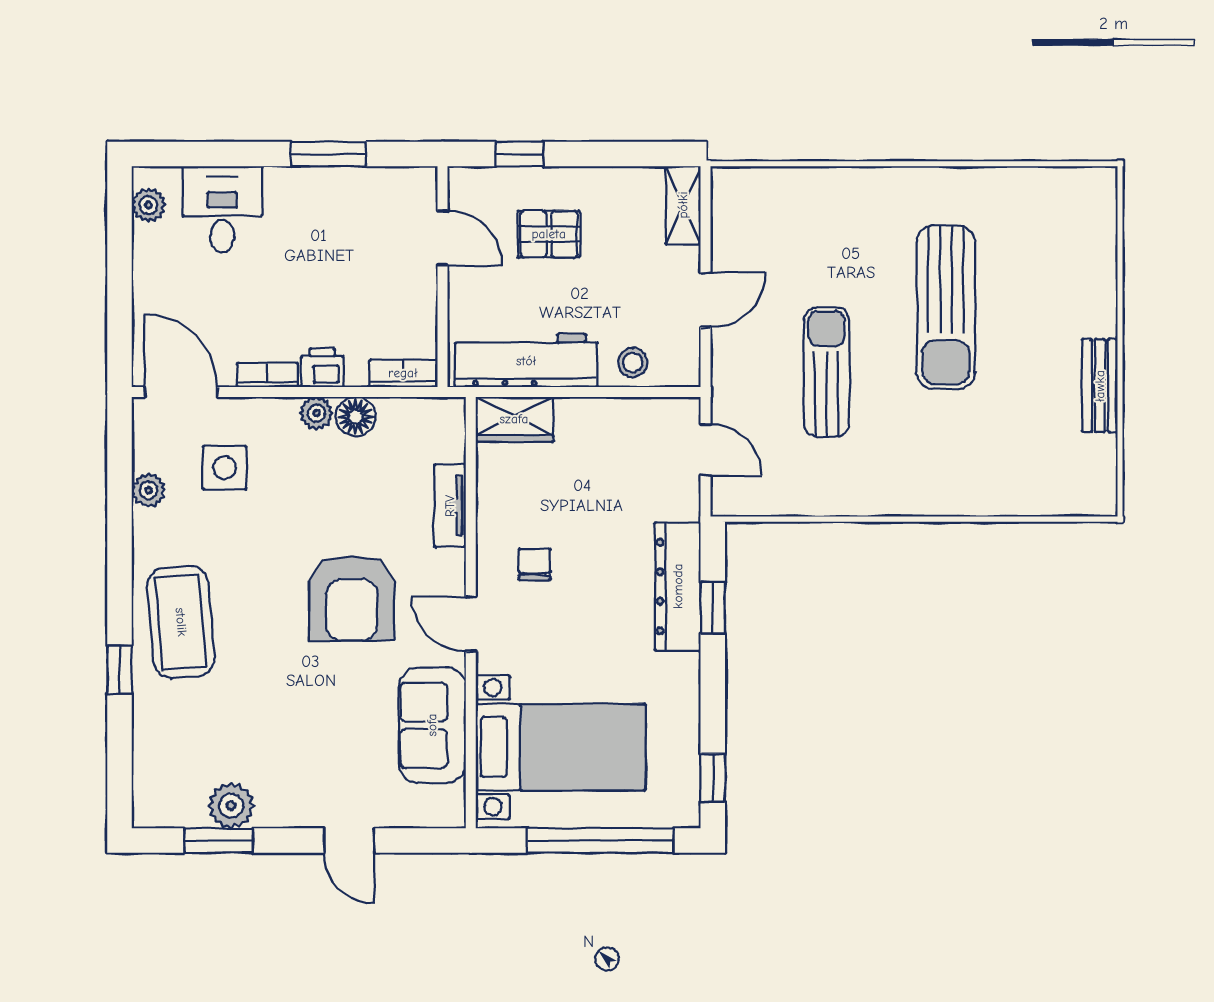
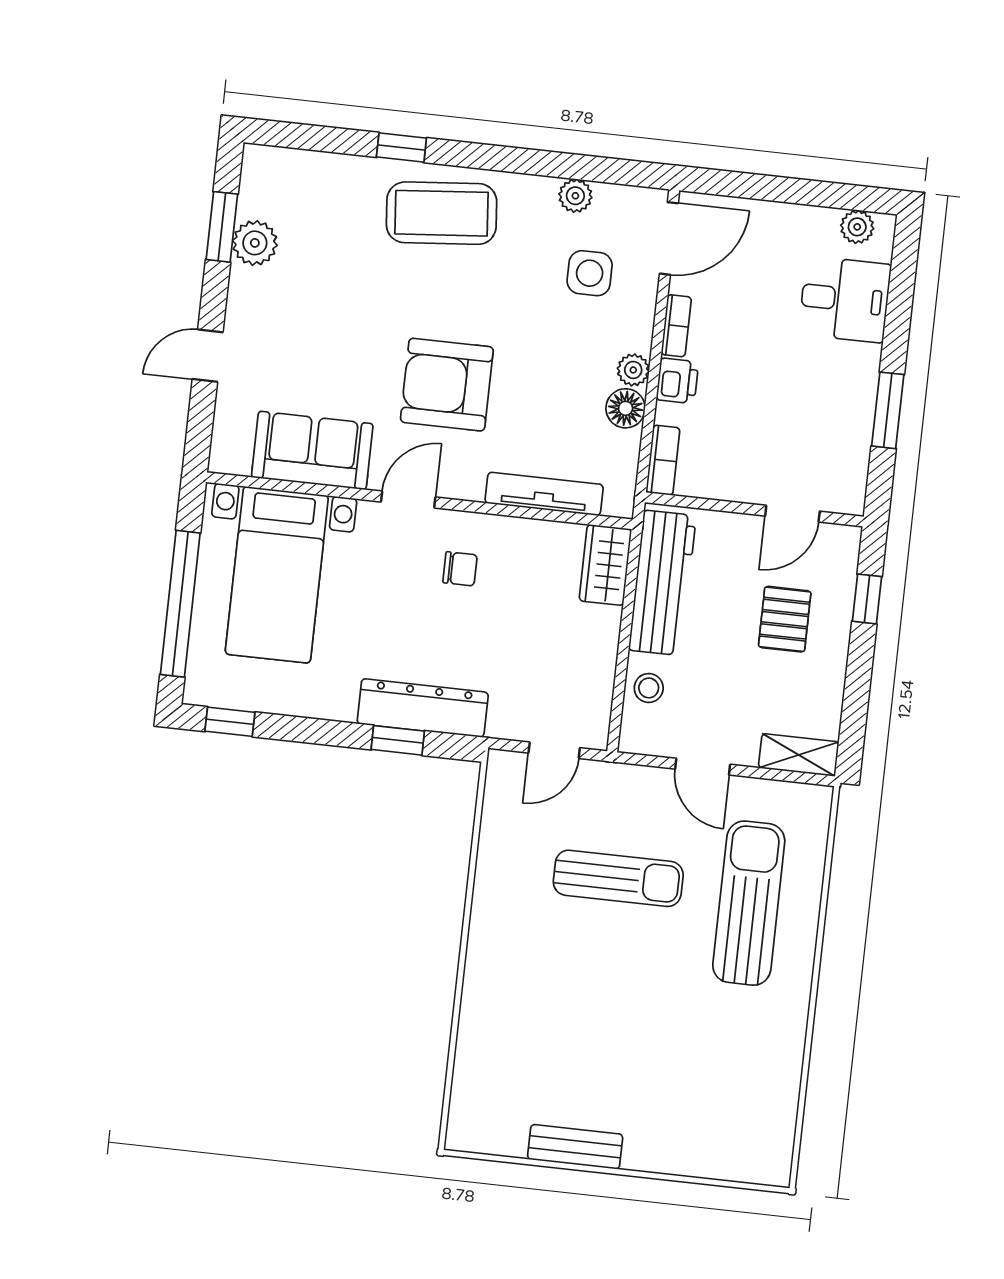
sun lounger: (946, 307) -> (749, 903), moved, turned 90
tv unit: (450, 506) -> (544, 494), width x1.41

